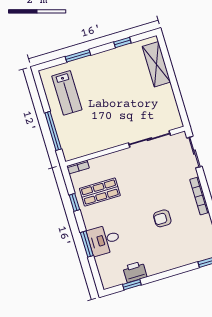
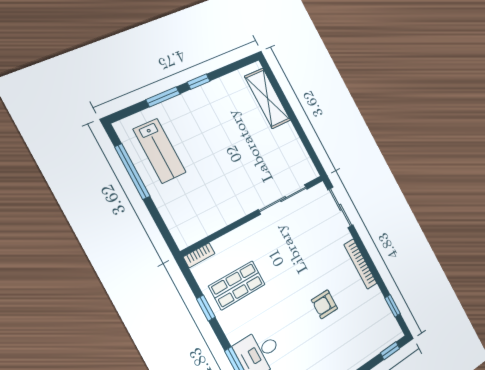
window: (122, 43) -> (199, 82), moved
window: (53, 131) -> (132, 172), moved

